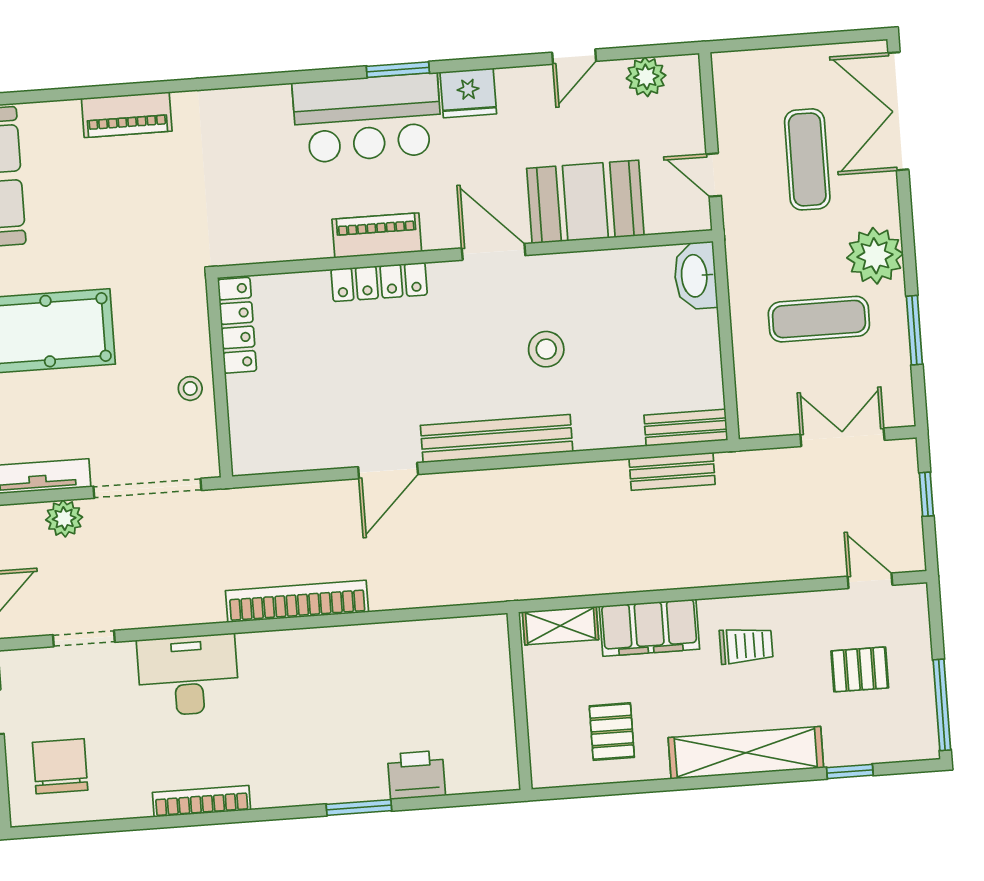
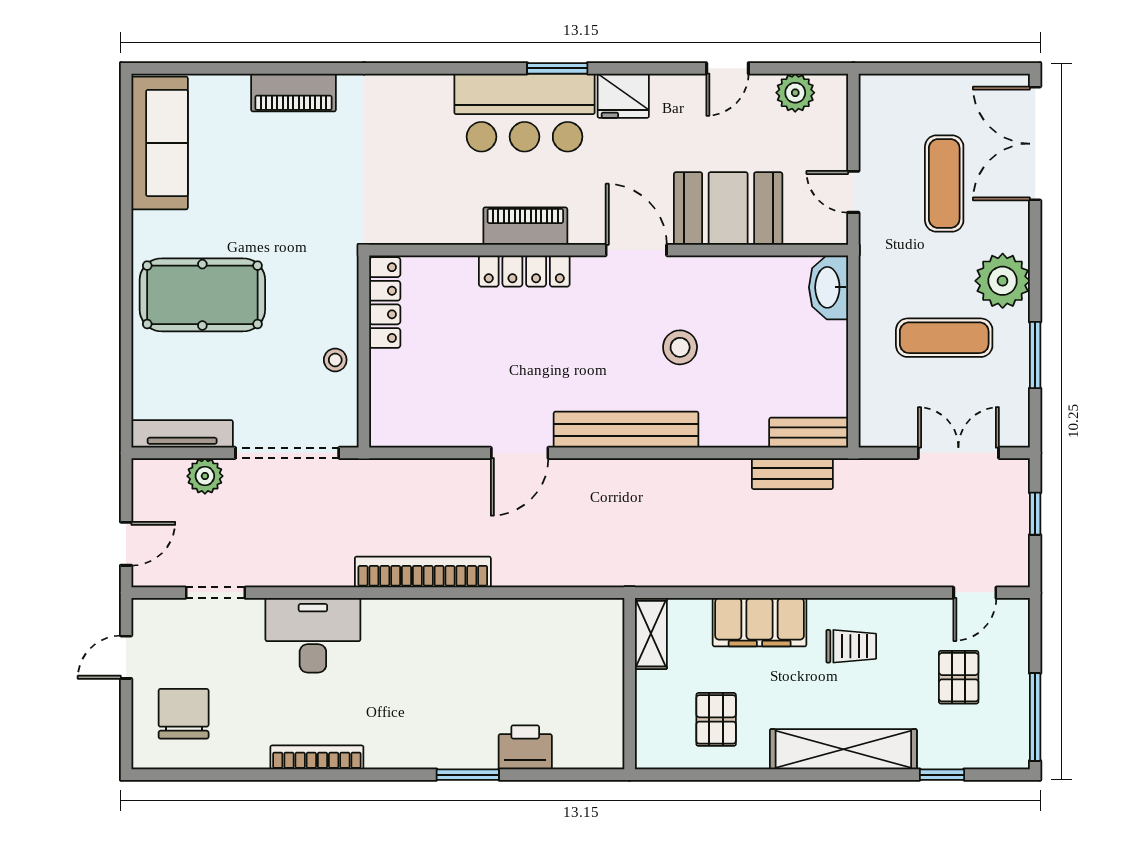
door: (870, 581) -> (975, 593), swing flipped
shelving: (561, 626) -> (651, 634), moved, turned 90
pallet: (860, 669) -> (959, 677), turned 90

